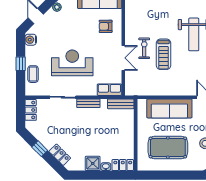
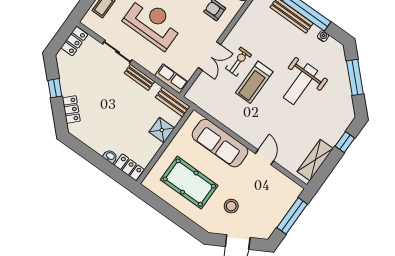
shower: (93, 163) -> (162, 130), moved

